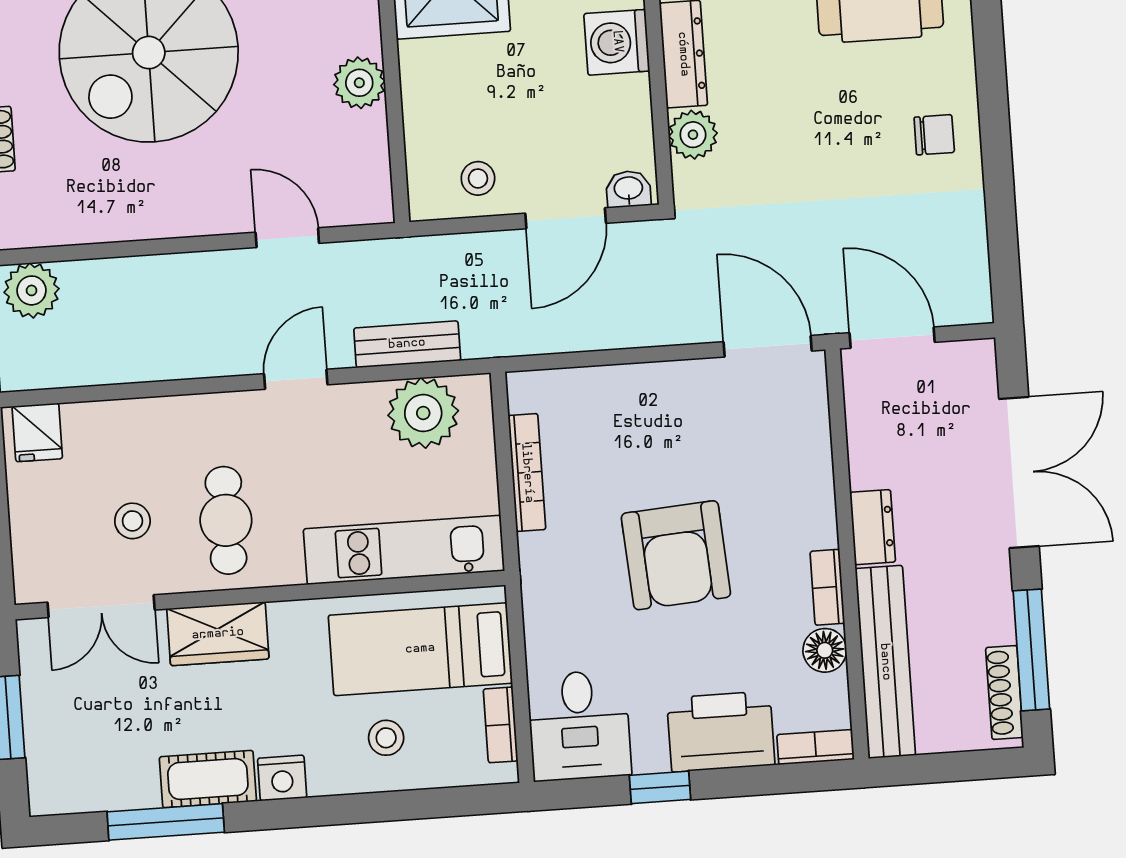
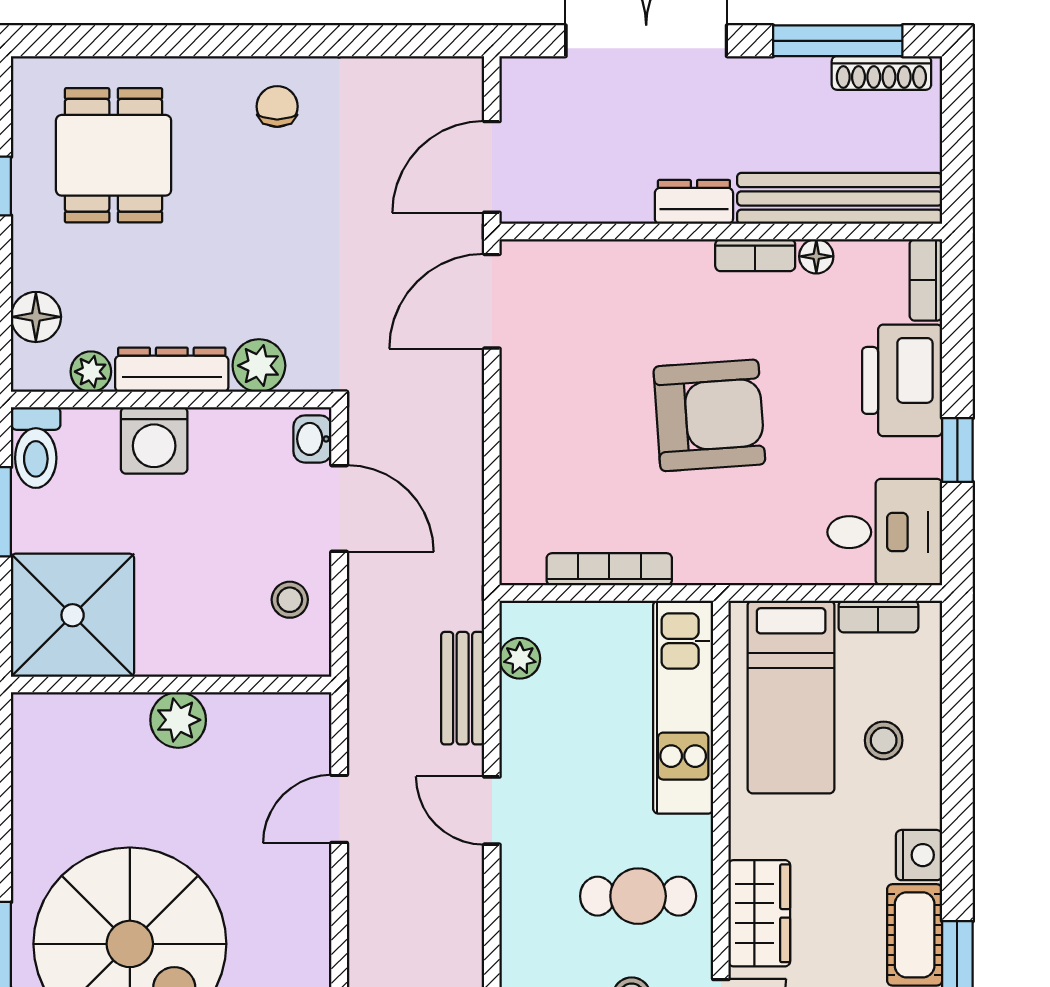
plant: (423, 413) -> (520, 658), width x0.53, depth x0.53
floor lamp: (825, 650) -> (816, 256), width x0.73, depth x0.73

